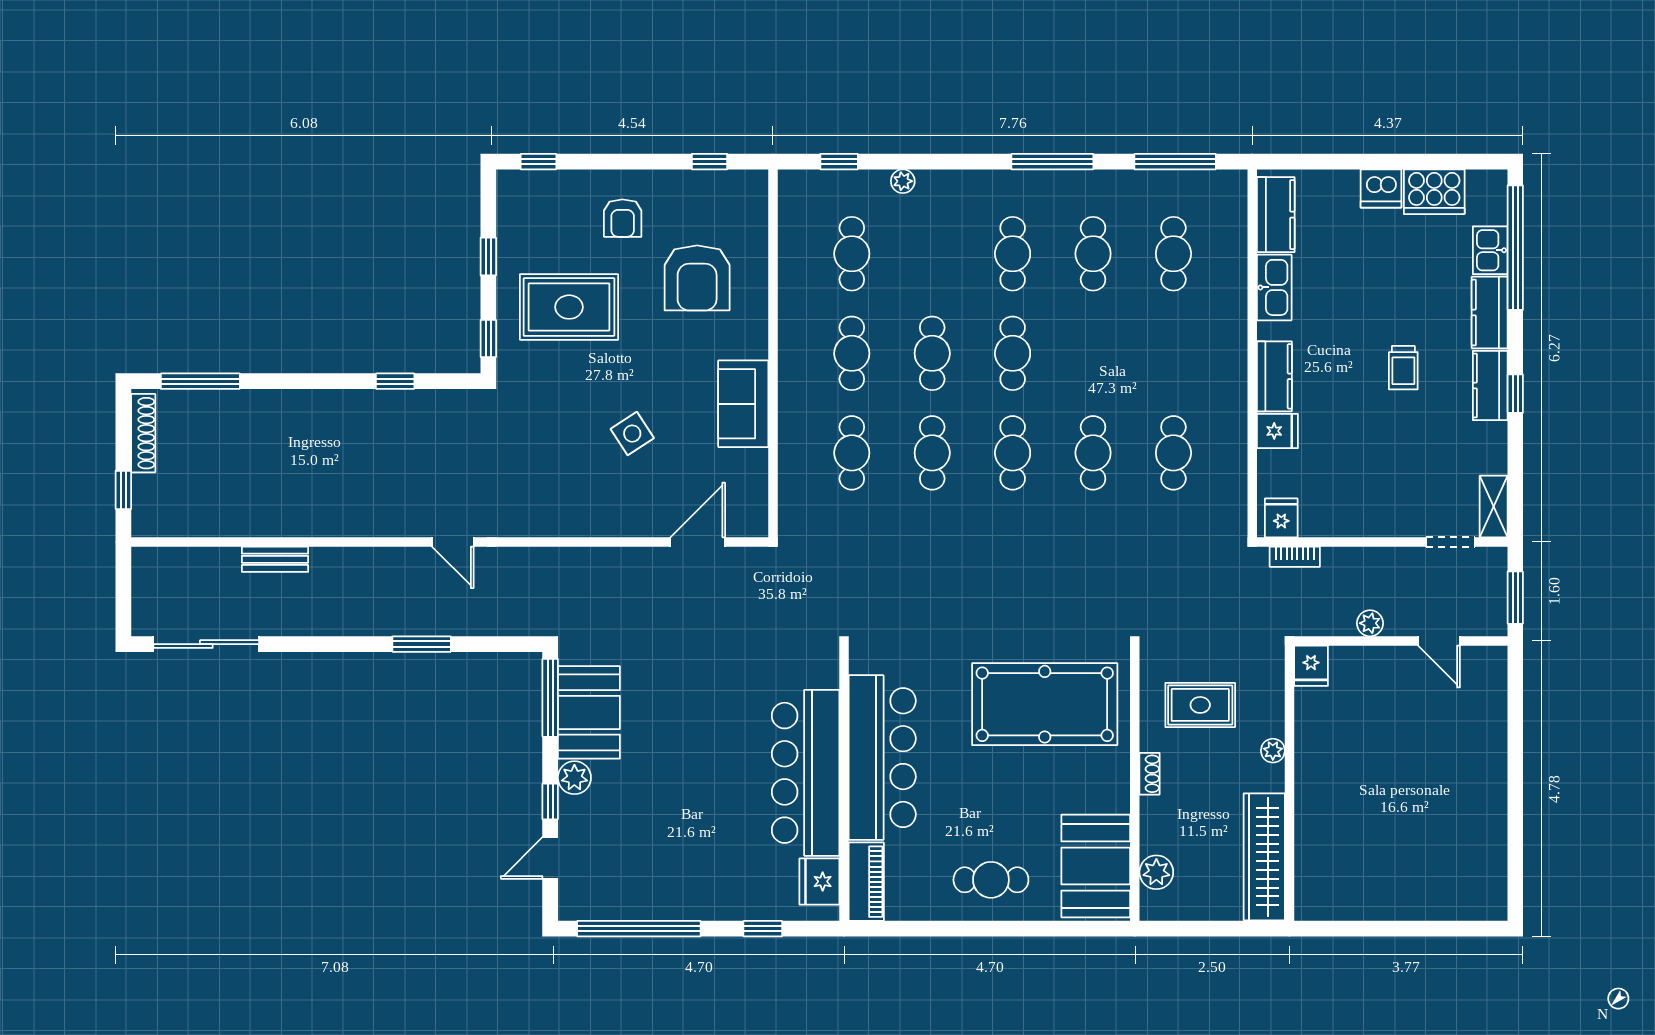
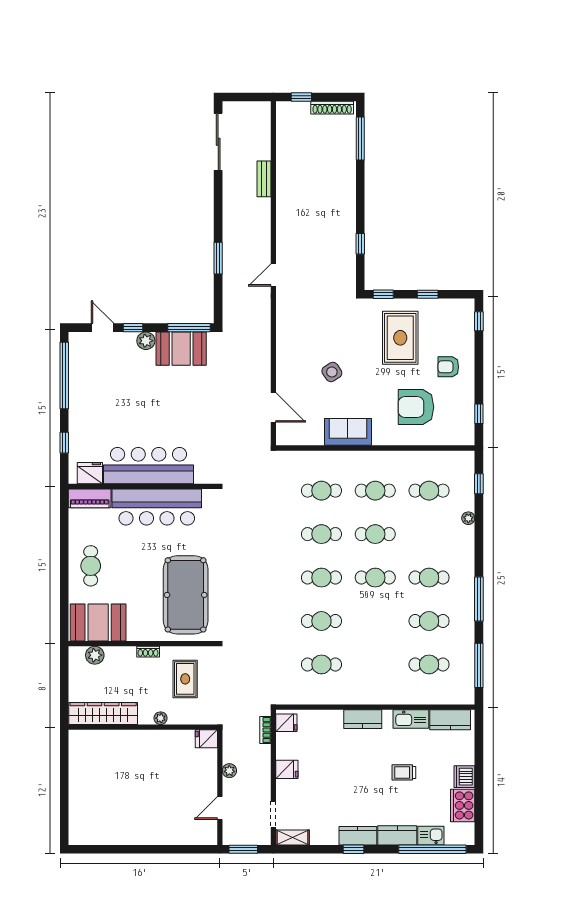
trolley: (1403, 368) -> (404, 772), moved
fridge: (1277, 431) -> (287, 769), moved, turned -90

